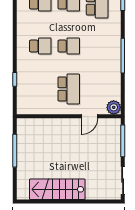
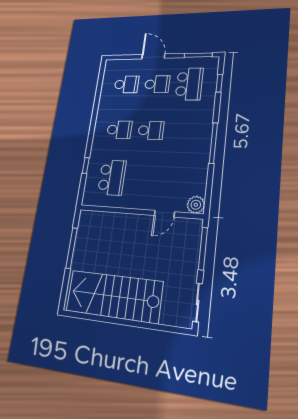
school desk: (69, 89) -> (112, 178), moved
stairs: (57, 189) -> (114, 296), width x1.36, depth x1.51

